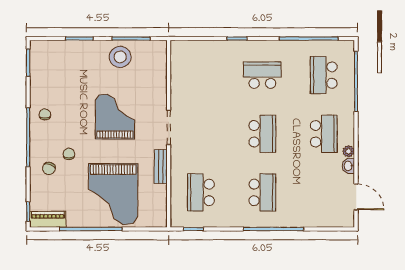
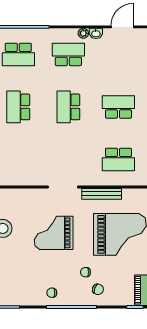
school desk: (262, 134) -> (68, 107), turned -90
bench: (161, 167) -> (102, 194), width x1.36

